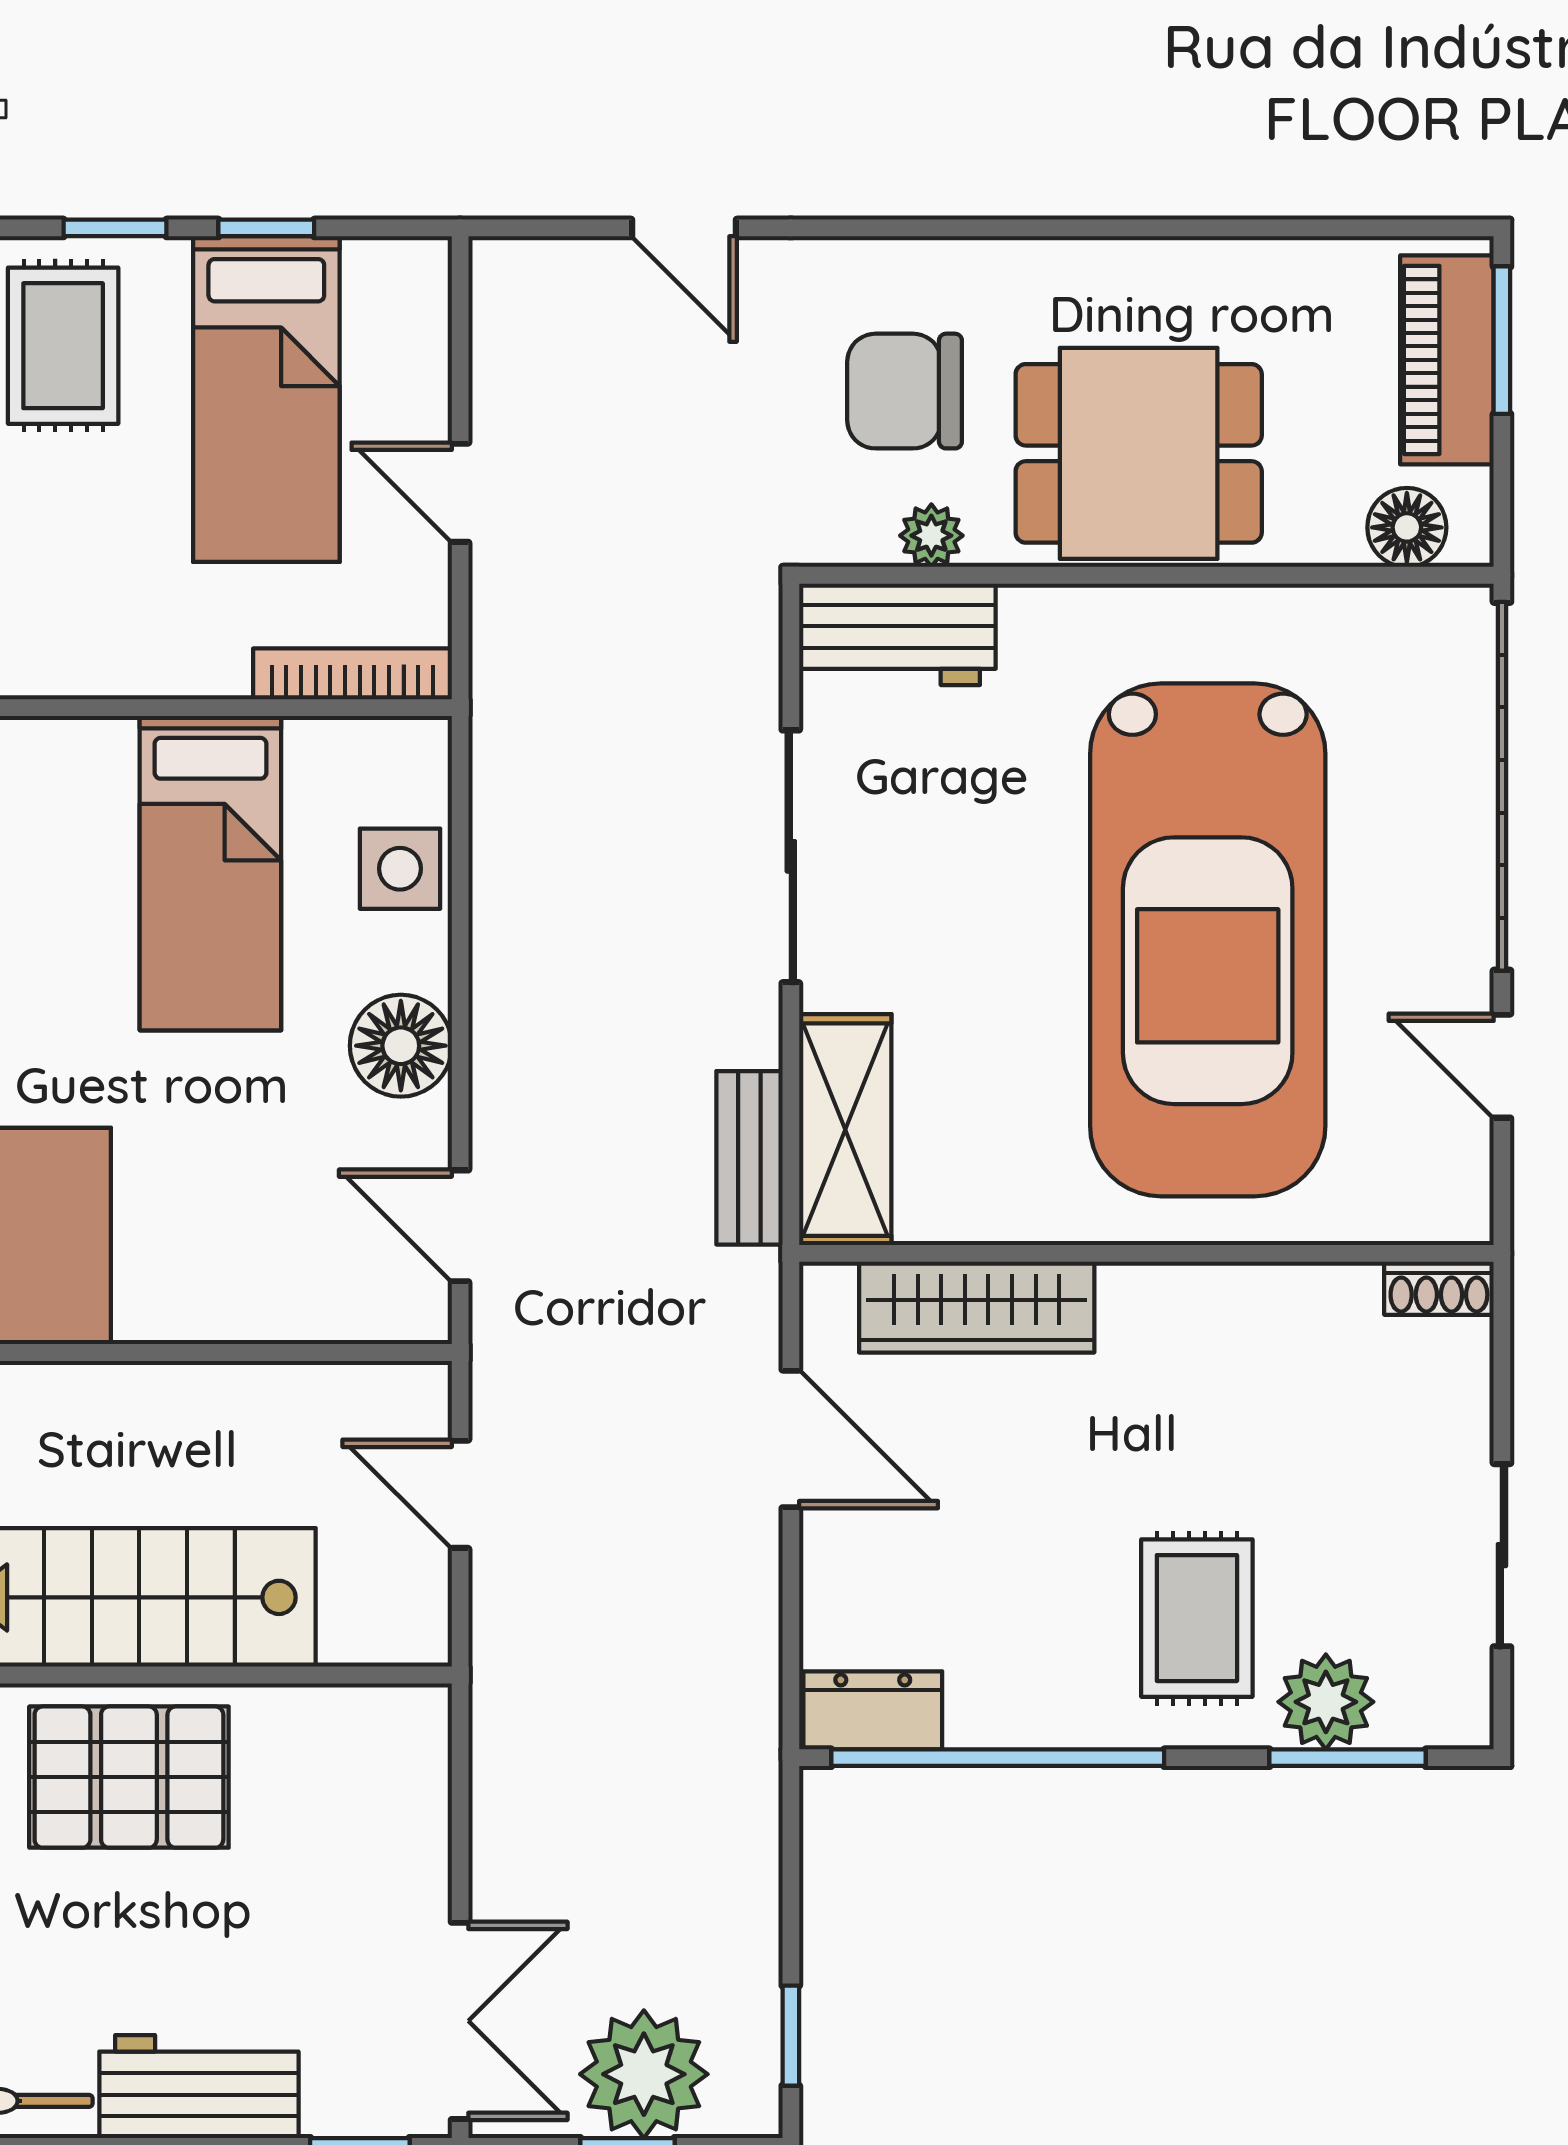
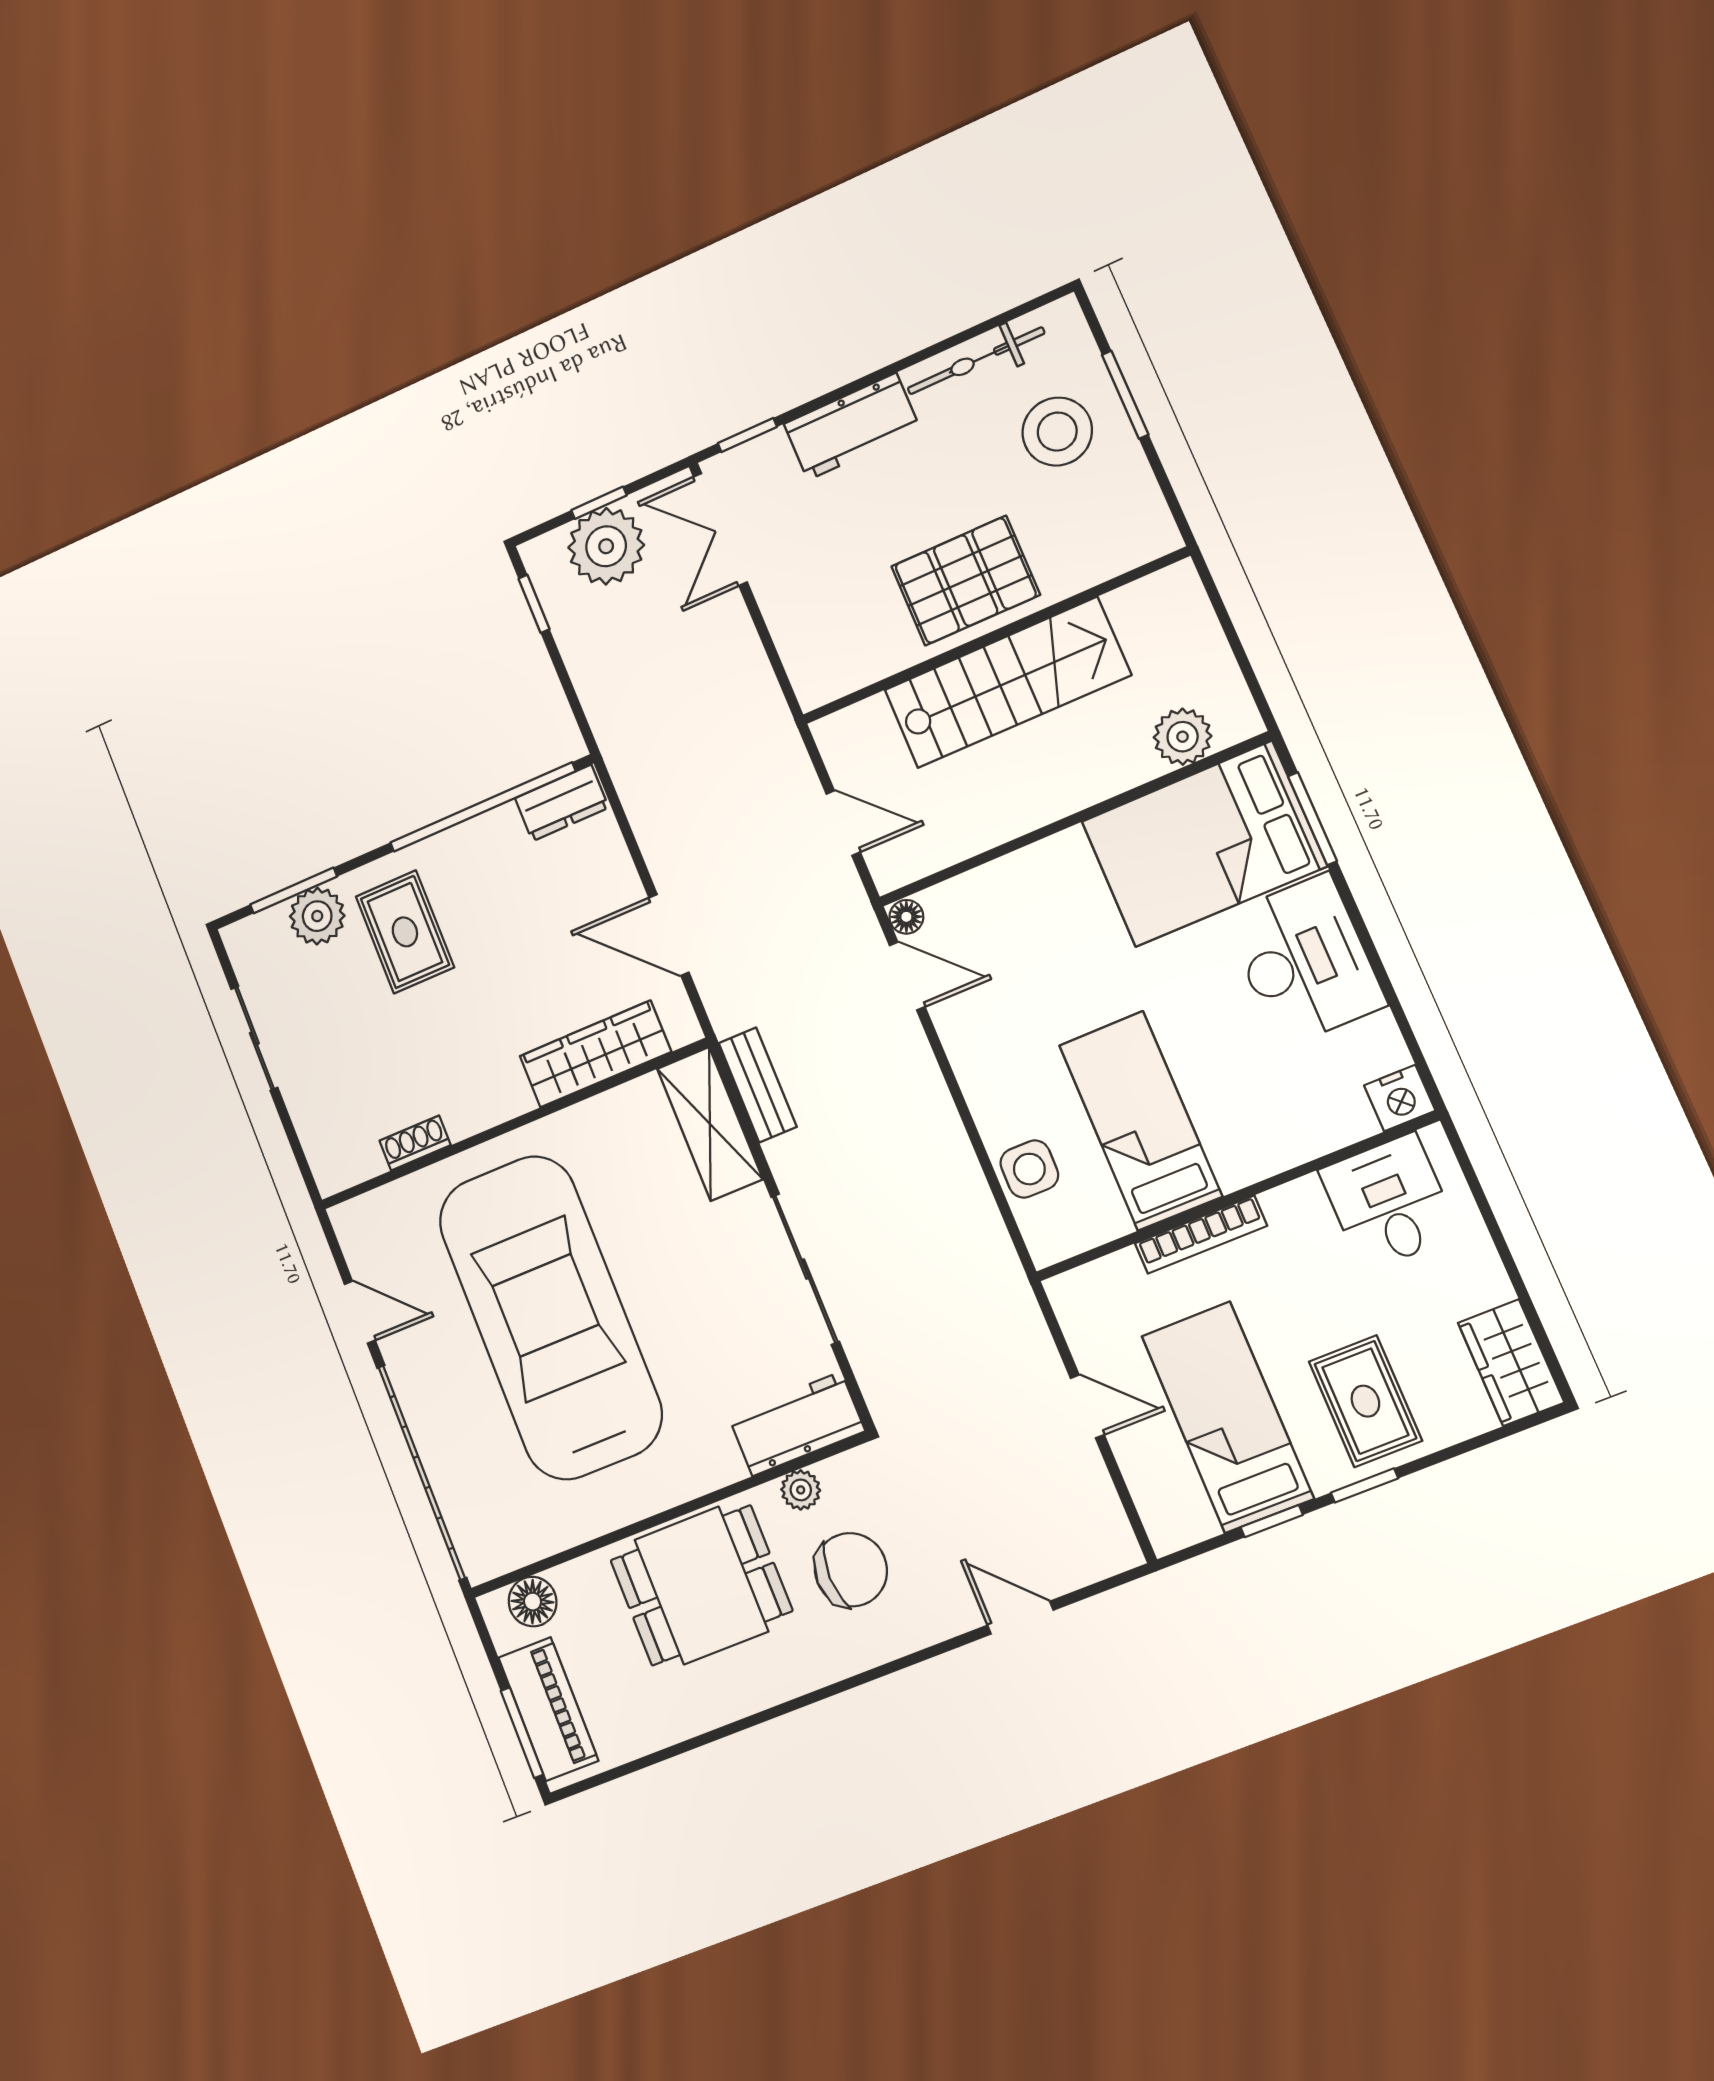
bookcase: (352, 674) -> (1201, 1235), moved
floor lamp: (401, 1046) -> (906, 917), moved, width x0.53, depth x0.53
shoe rack: (1439, 1288) -> (415, 1143), moved

